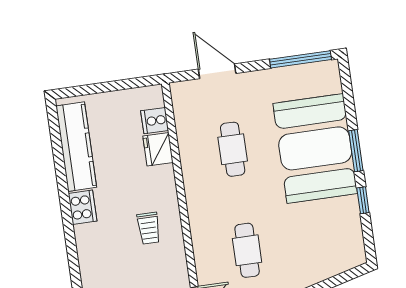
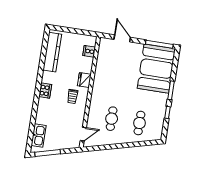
booth: (315, 148) -> (156, 69), moved
fridge: (158, 149) -> (84, 80), moved
cafe table: (233, 149) -> (139, 123), moved
cooker: (83, 207) -> (45, 91), moved

